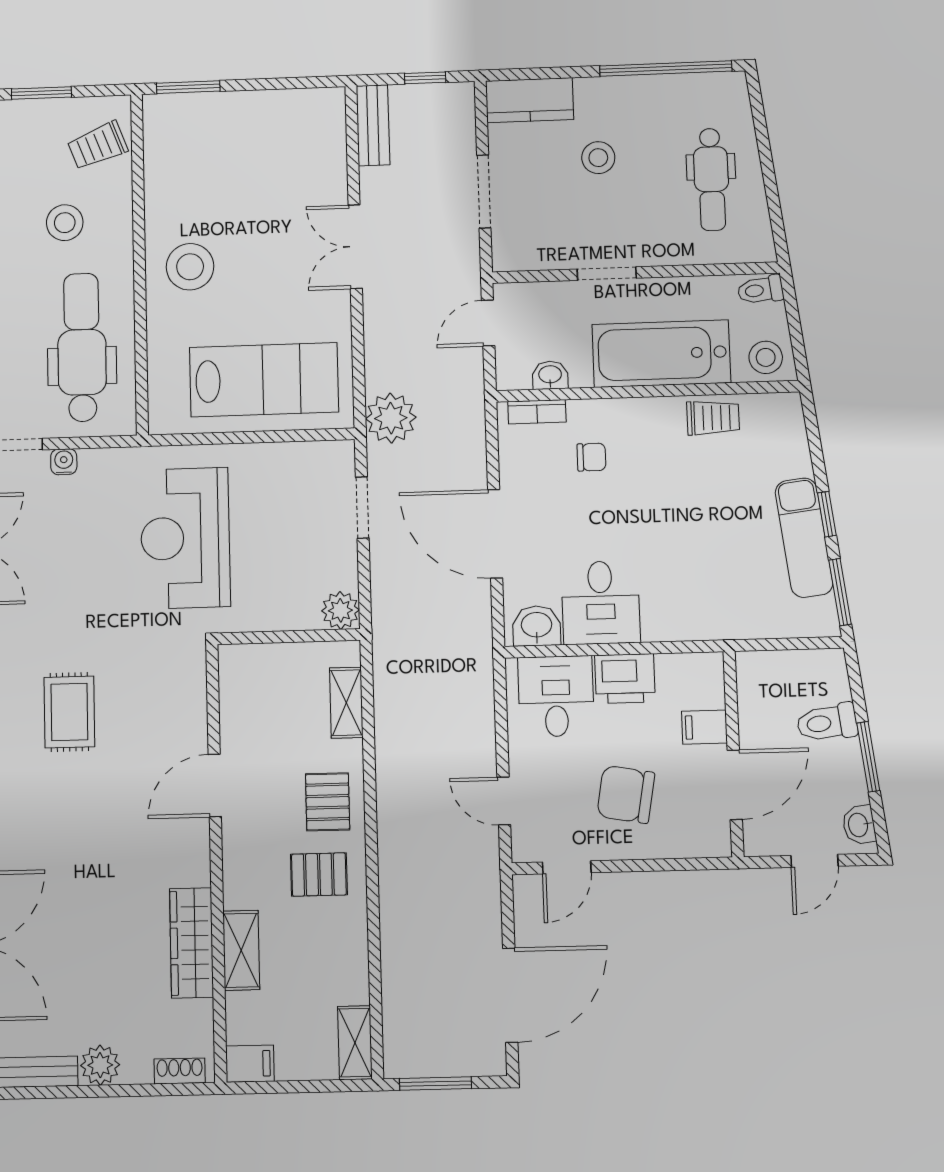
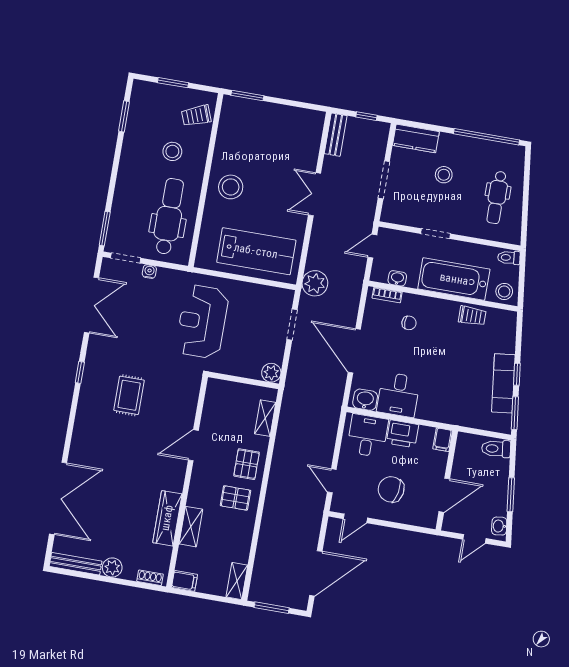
toilet: (827, 723) -> (496, 449), moved
filing cabinet: (704, 727) -> (443, 440), moved, turned -90

